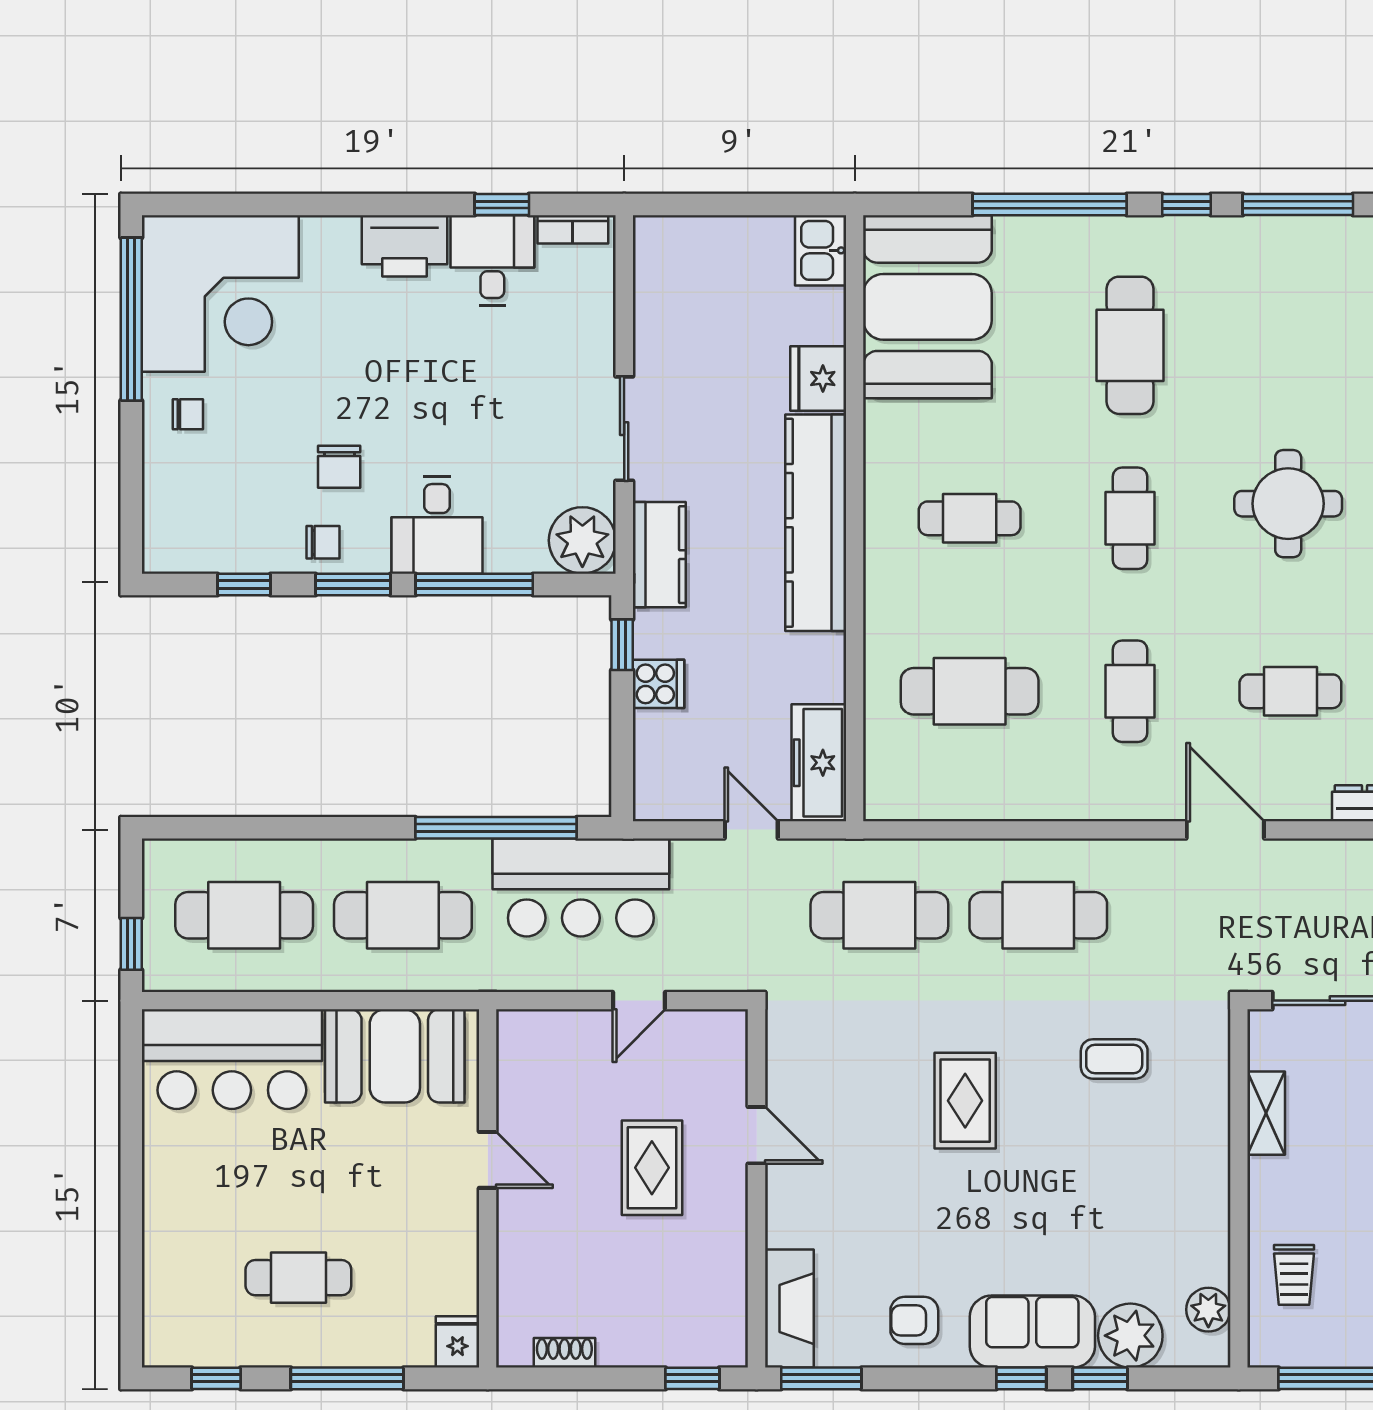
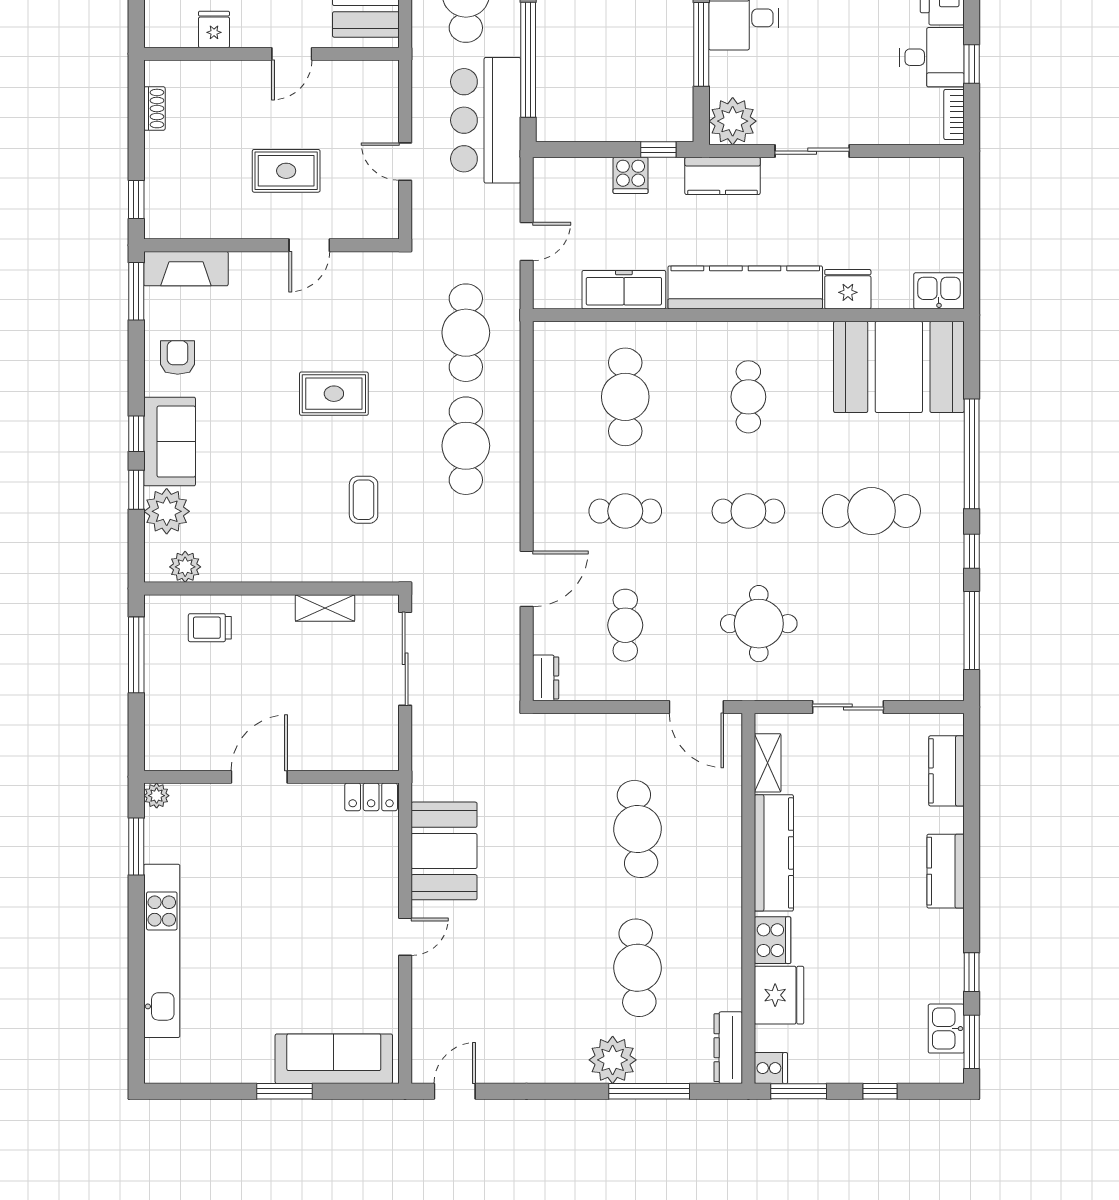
freezer: (819, 763) -> (624, 290), moved
fridge: (457, 1342) -> (214, 29), moved, turned -90

